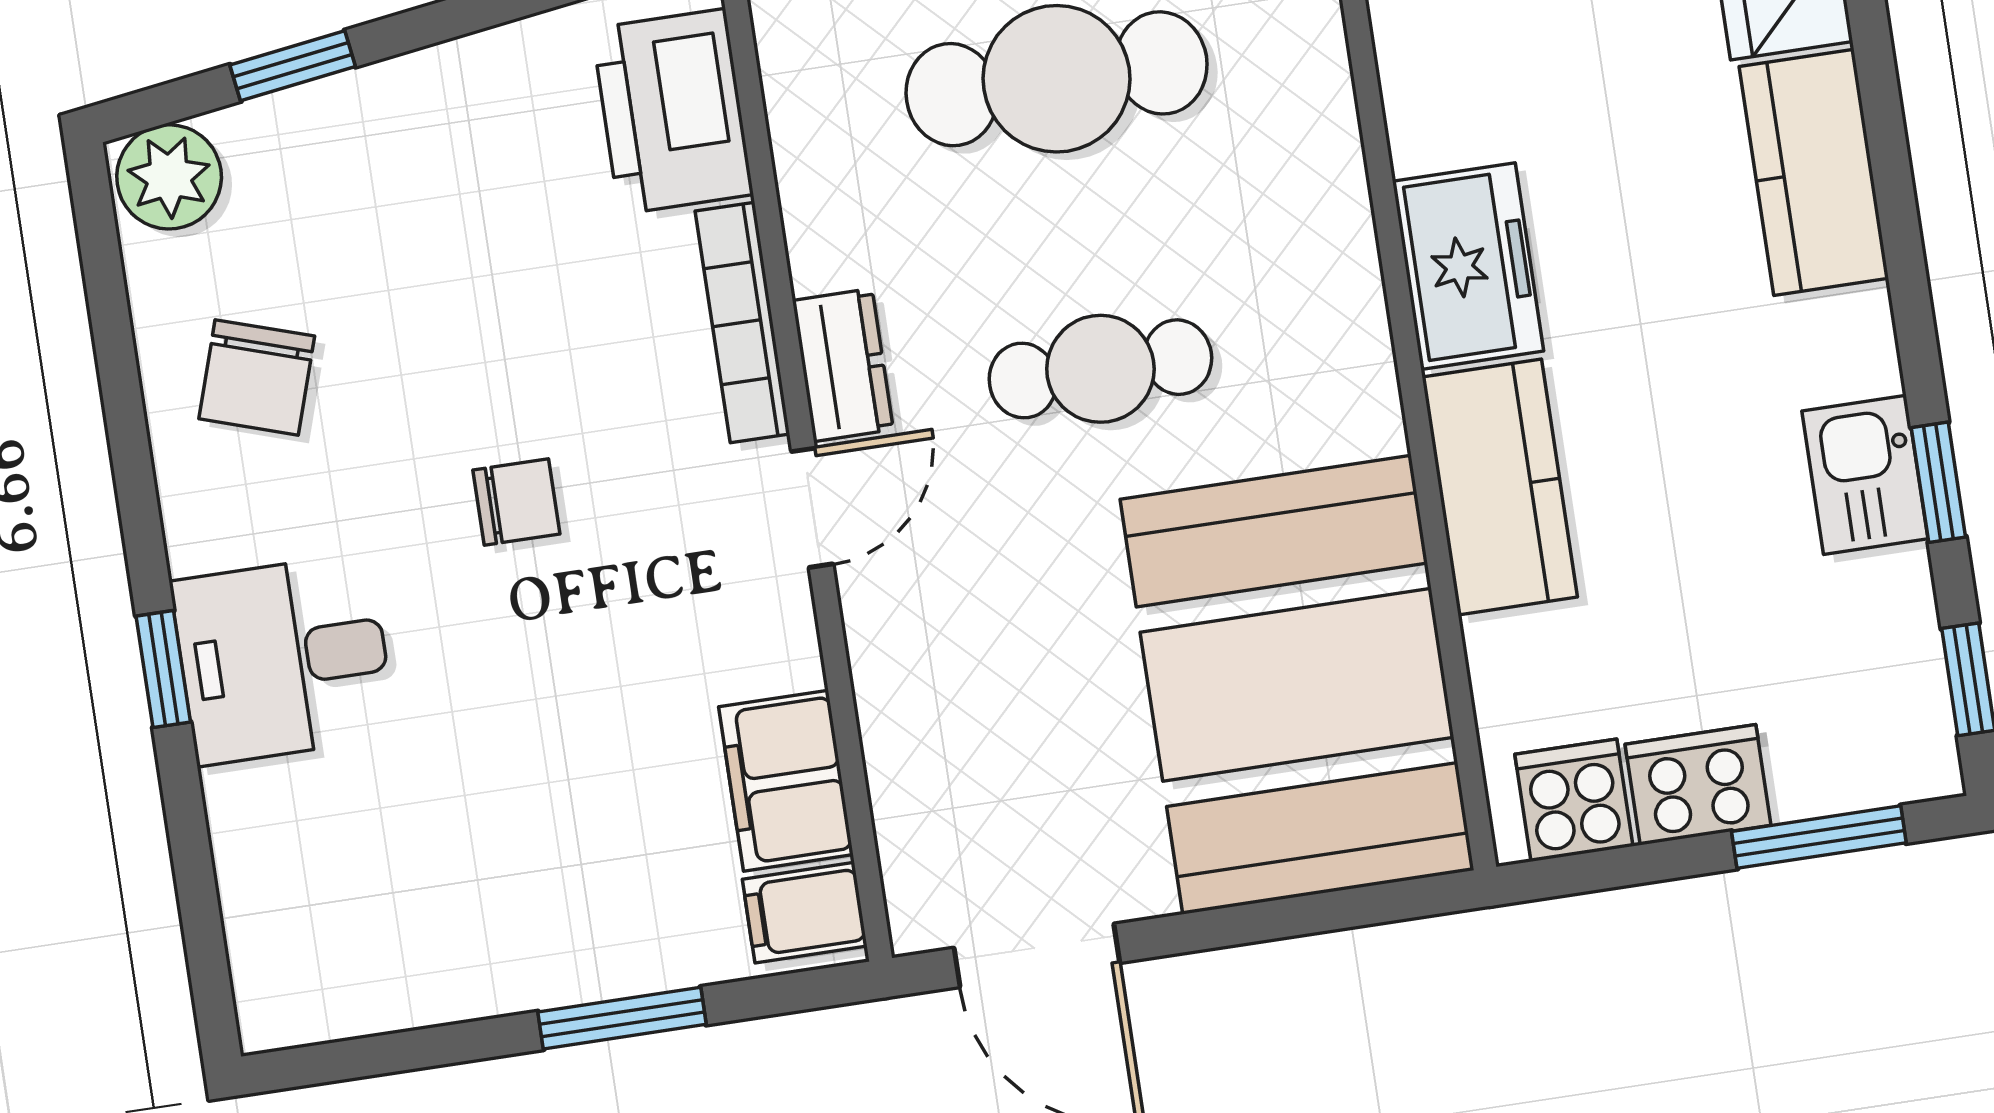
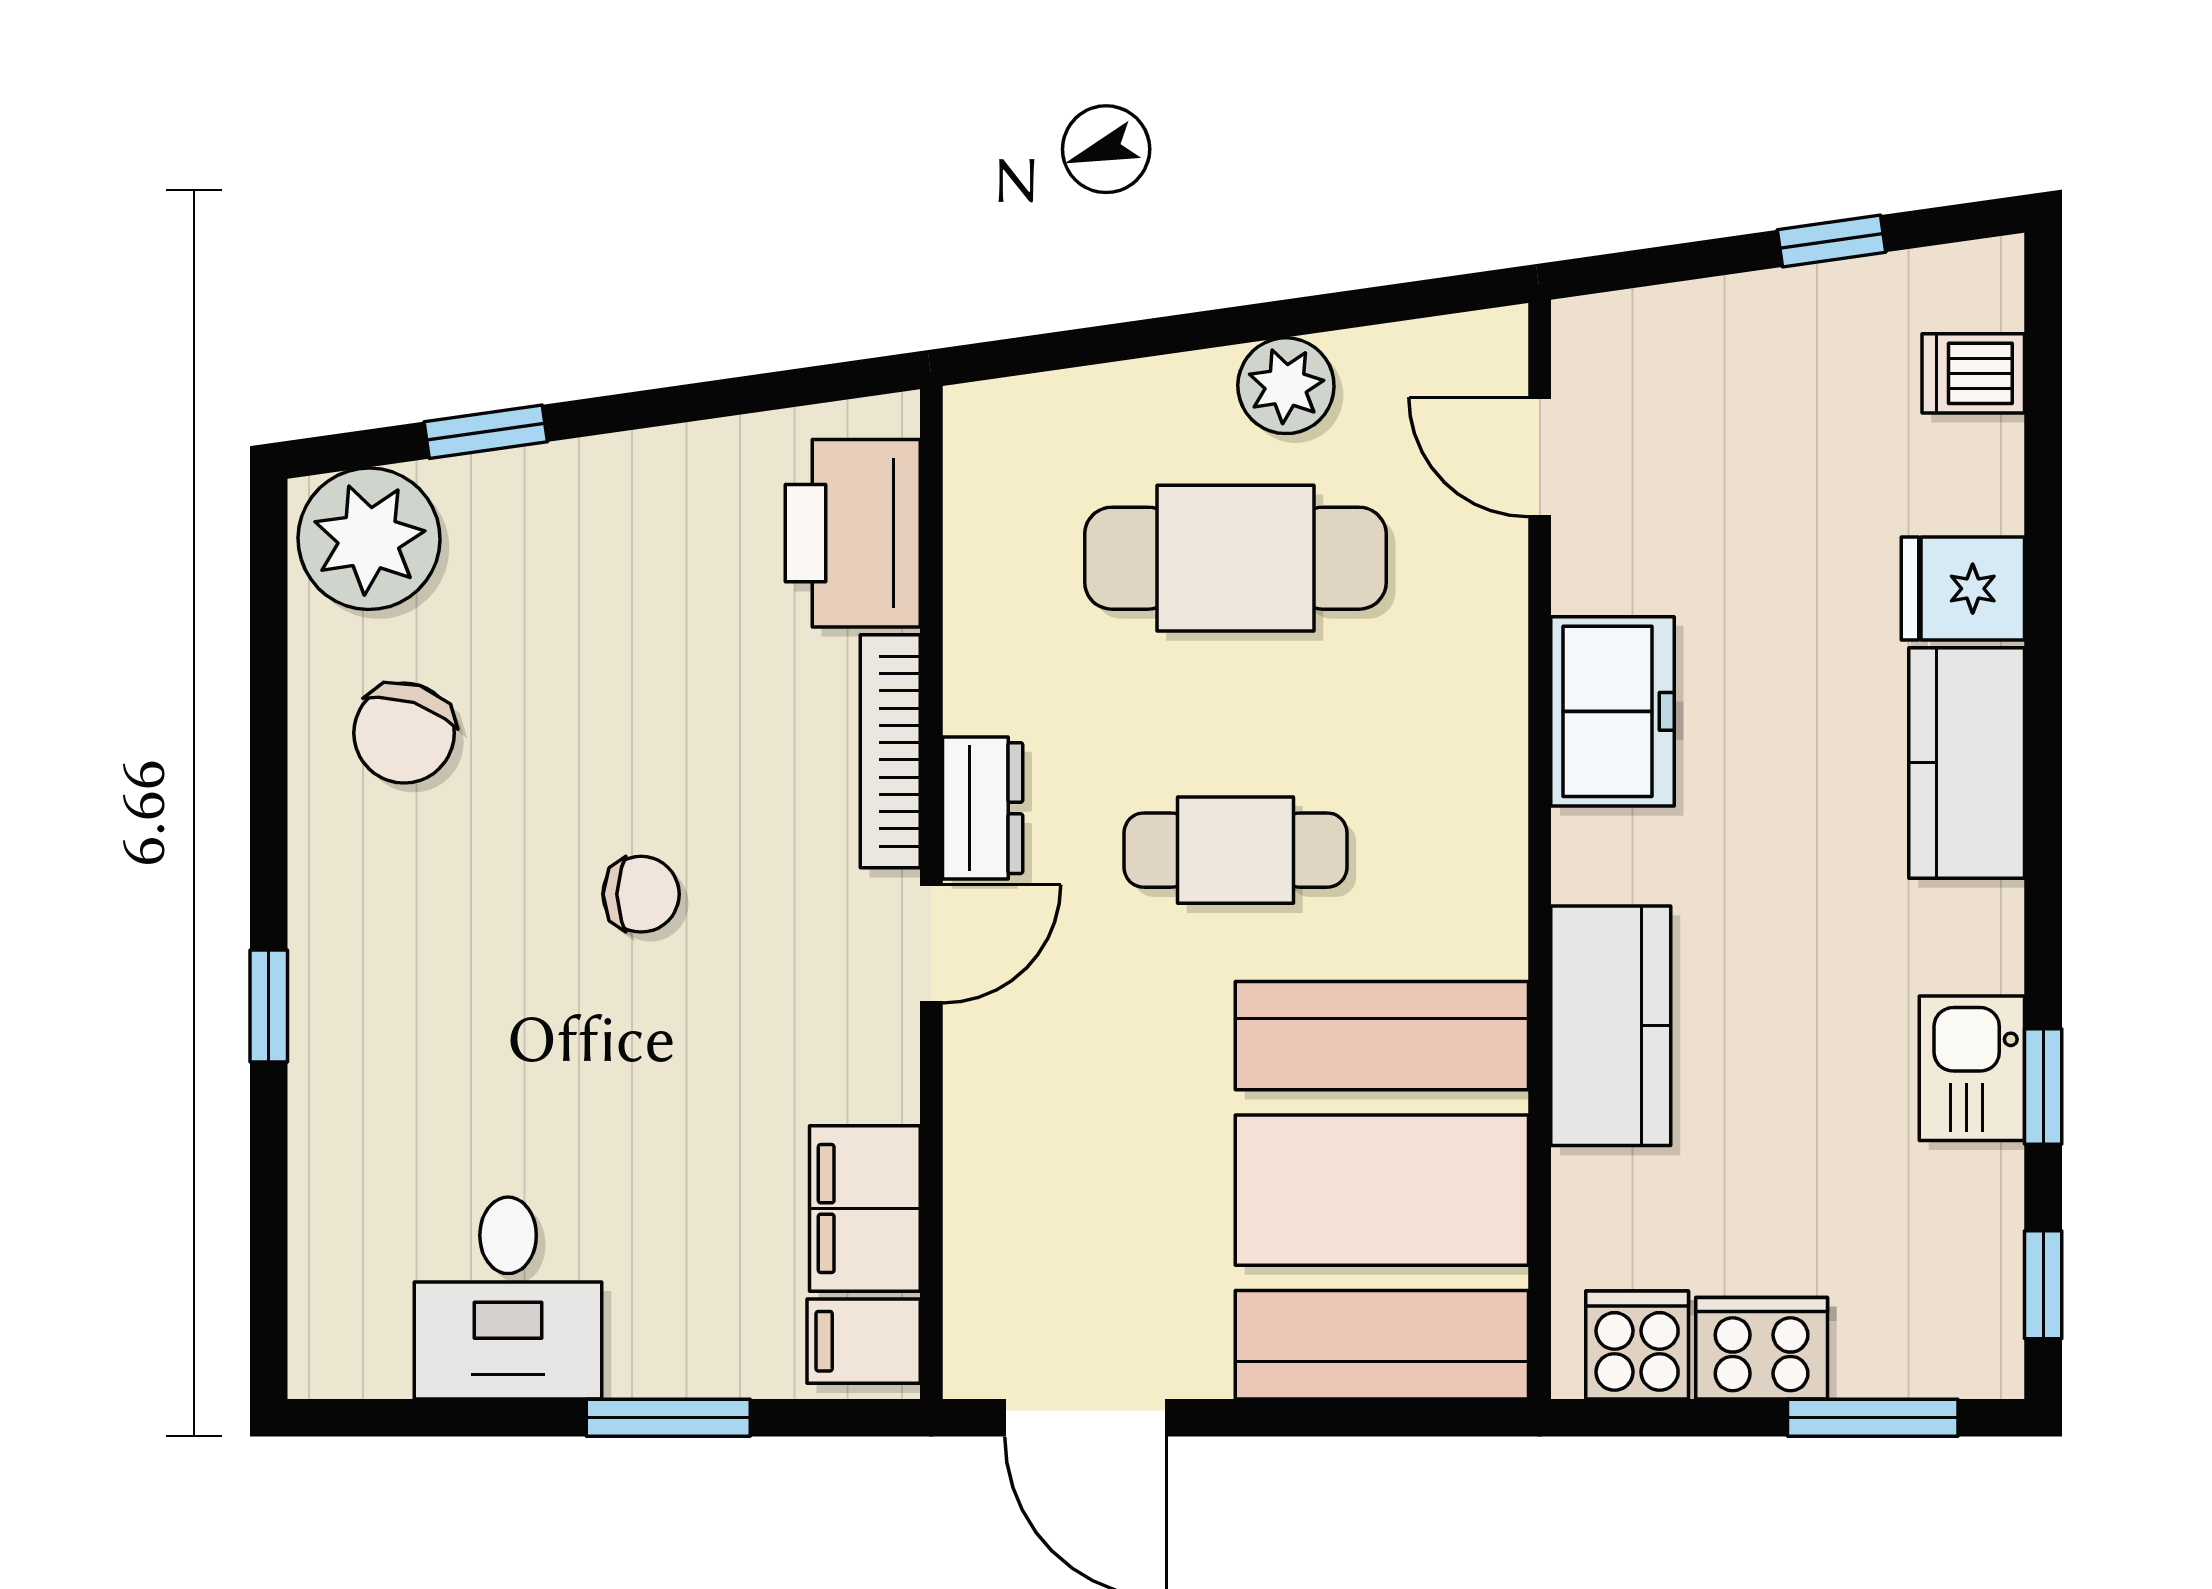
plant: (169, 177) -> (369, 539), width x1.36, depth x1.36
freezer: (1468, 266) -> (1612, 711), moved
desk: (283, 659) -> (508, 1298), moved, turned -90

